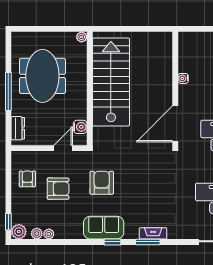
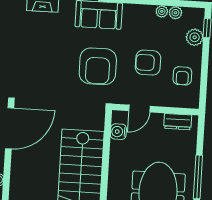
dresser: (18, 128) -> (178, 122), moved, turned -90
armchair: (102, 183) -> (98, 66), width x1.36, depth x1.36
plant: (19, 232) -> (195, 37), moved

